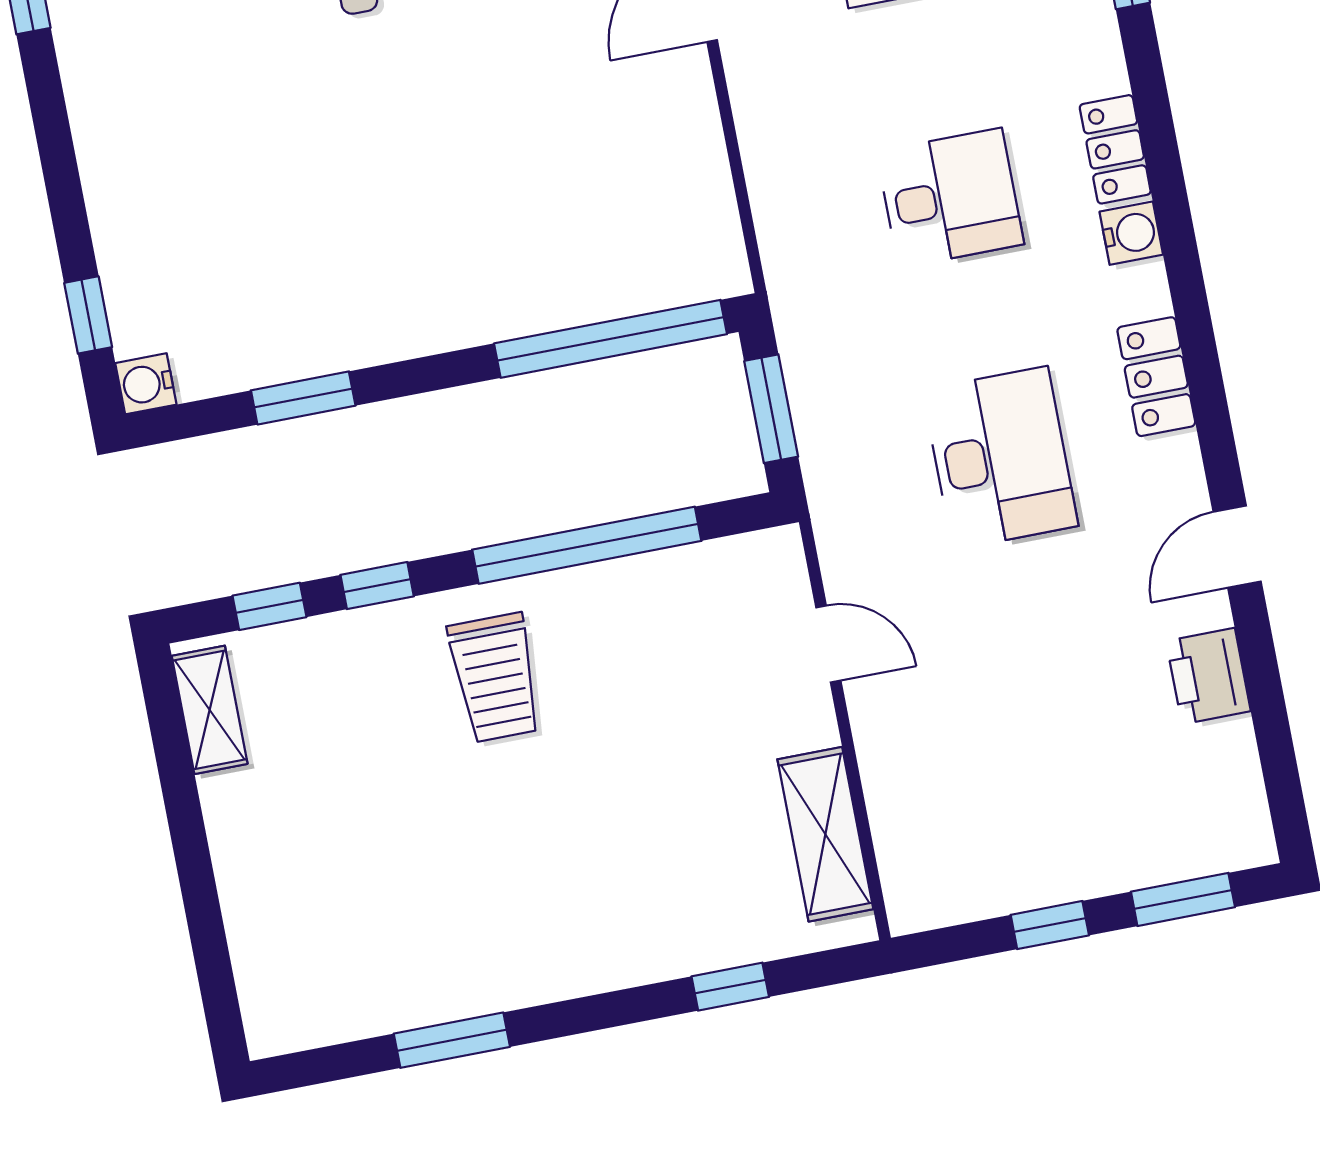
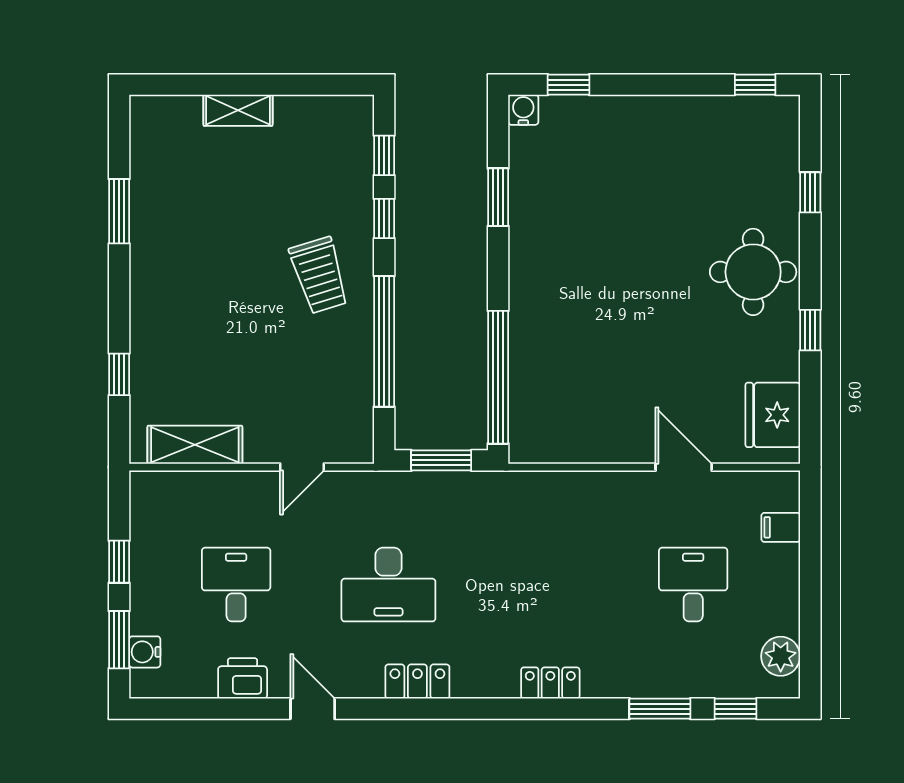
desk: (950, 198) -> (236, 585), moved, turned 180
water cooler: (1131, 233) -> (145, 652), moved, turned 90
trolley: (495, 678) -> (319, 275), turned -107
shelving: (210, 710) -> (238, 110), moved

